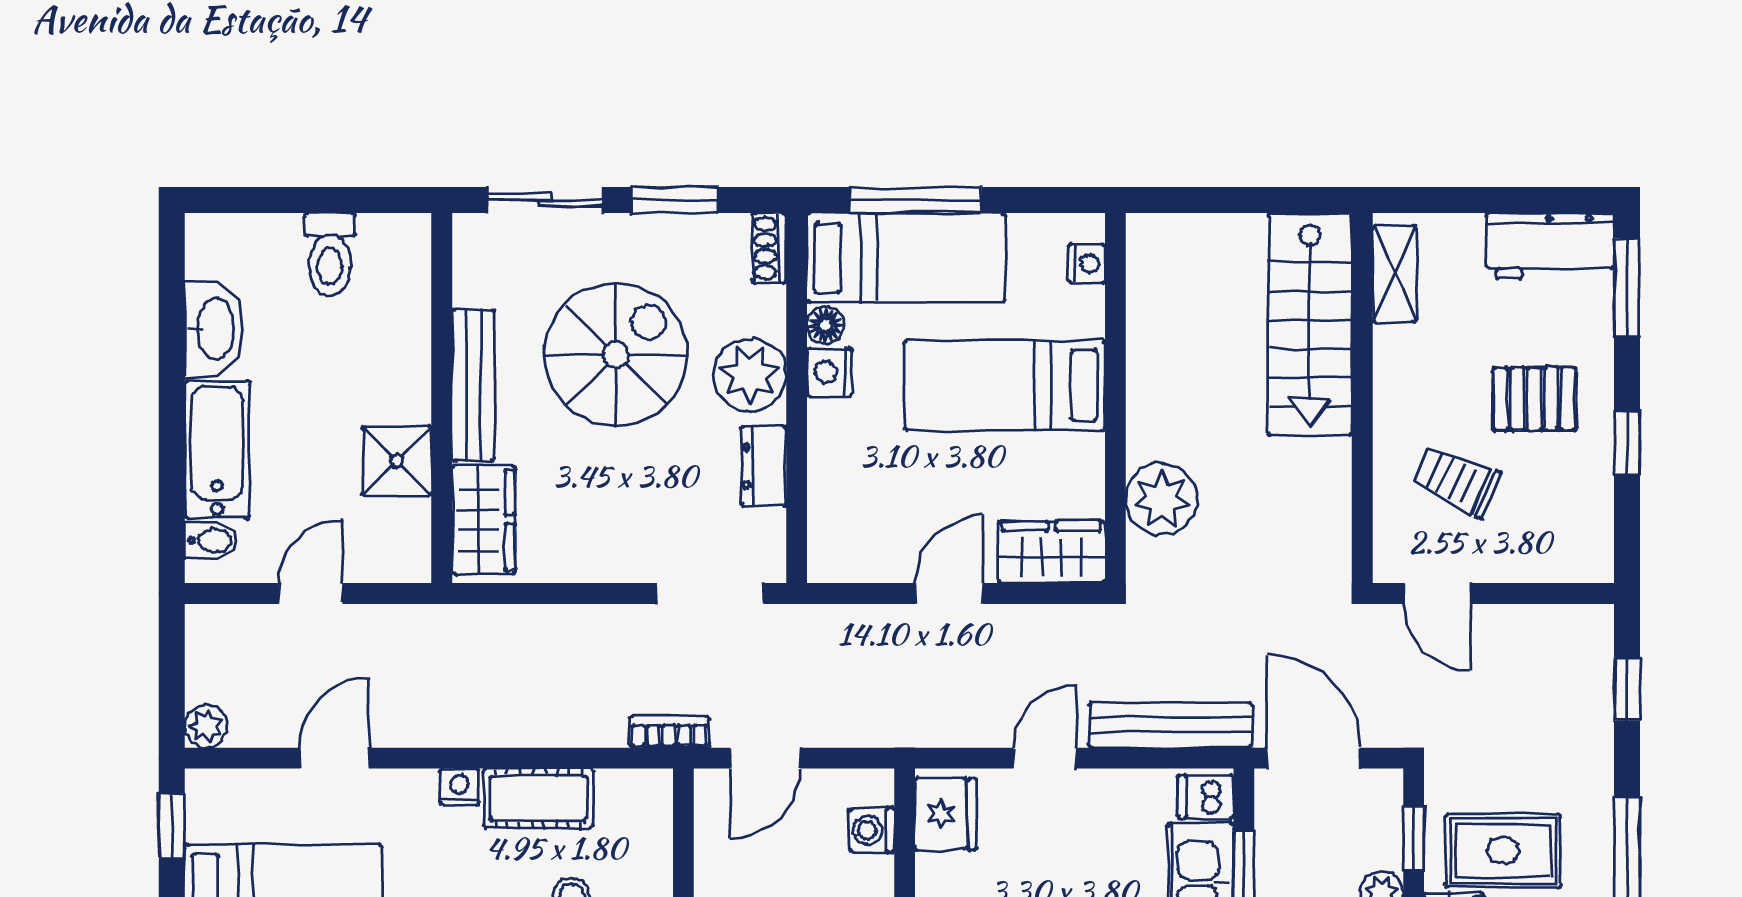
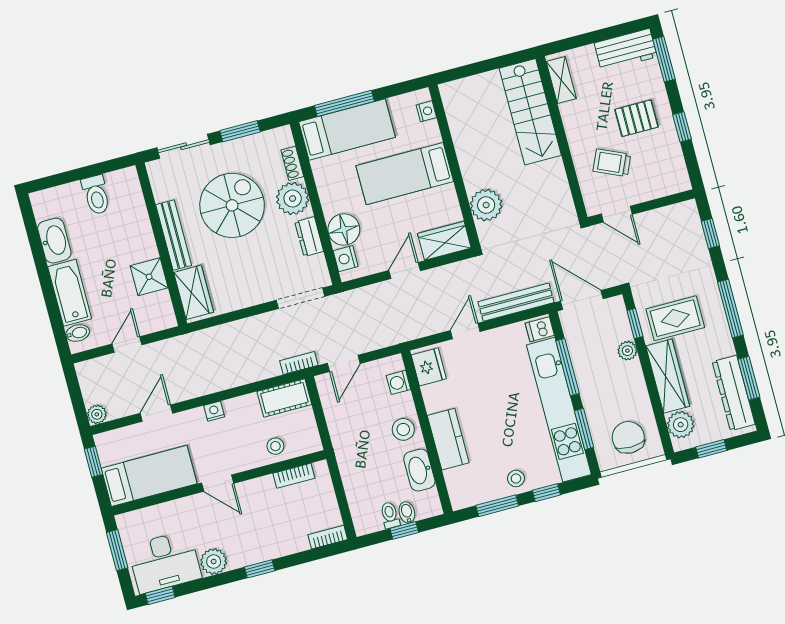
shoe rack: (769, 248) -> (292, 163), moved
floor lamp: (825, 325) -> (344, 229), moved, width x1.89, depth x1.89
nightstand: (829, 372) -> (346, 259), moved
cot: (538, 798) -> (284, 398), moved

